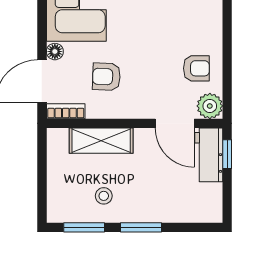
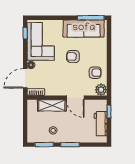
armchair: (106, 77) -> (73, 57), moved
door: (175, 123) -> (75, 98), moved
workbench: (209, 155) -> (101, 124), moved

